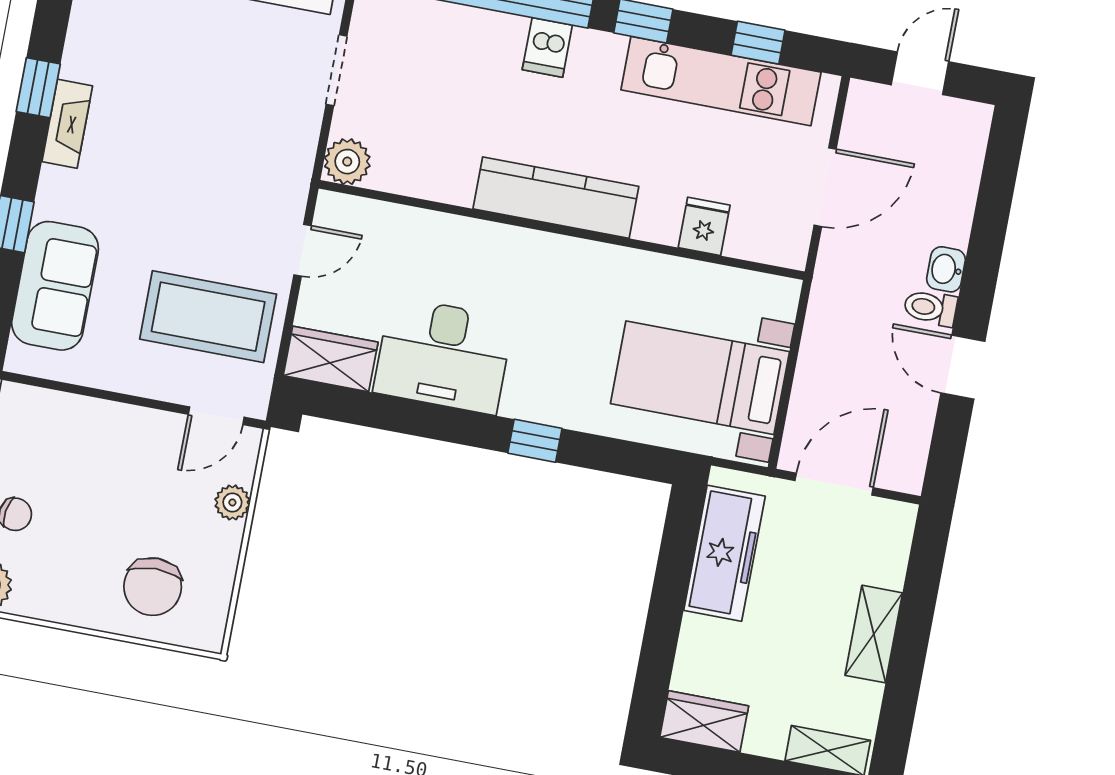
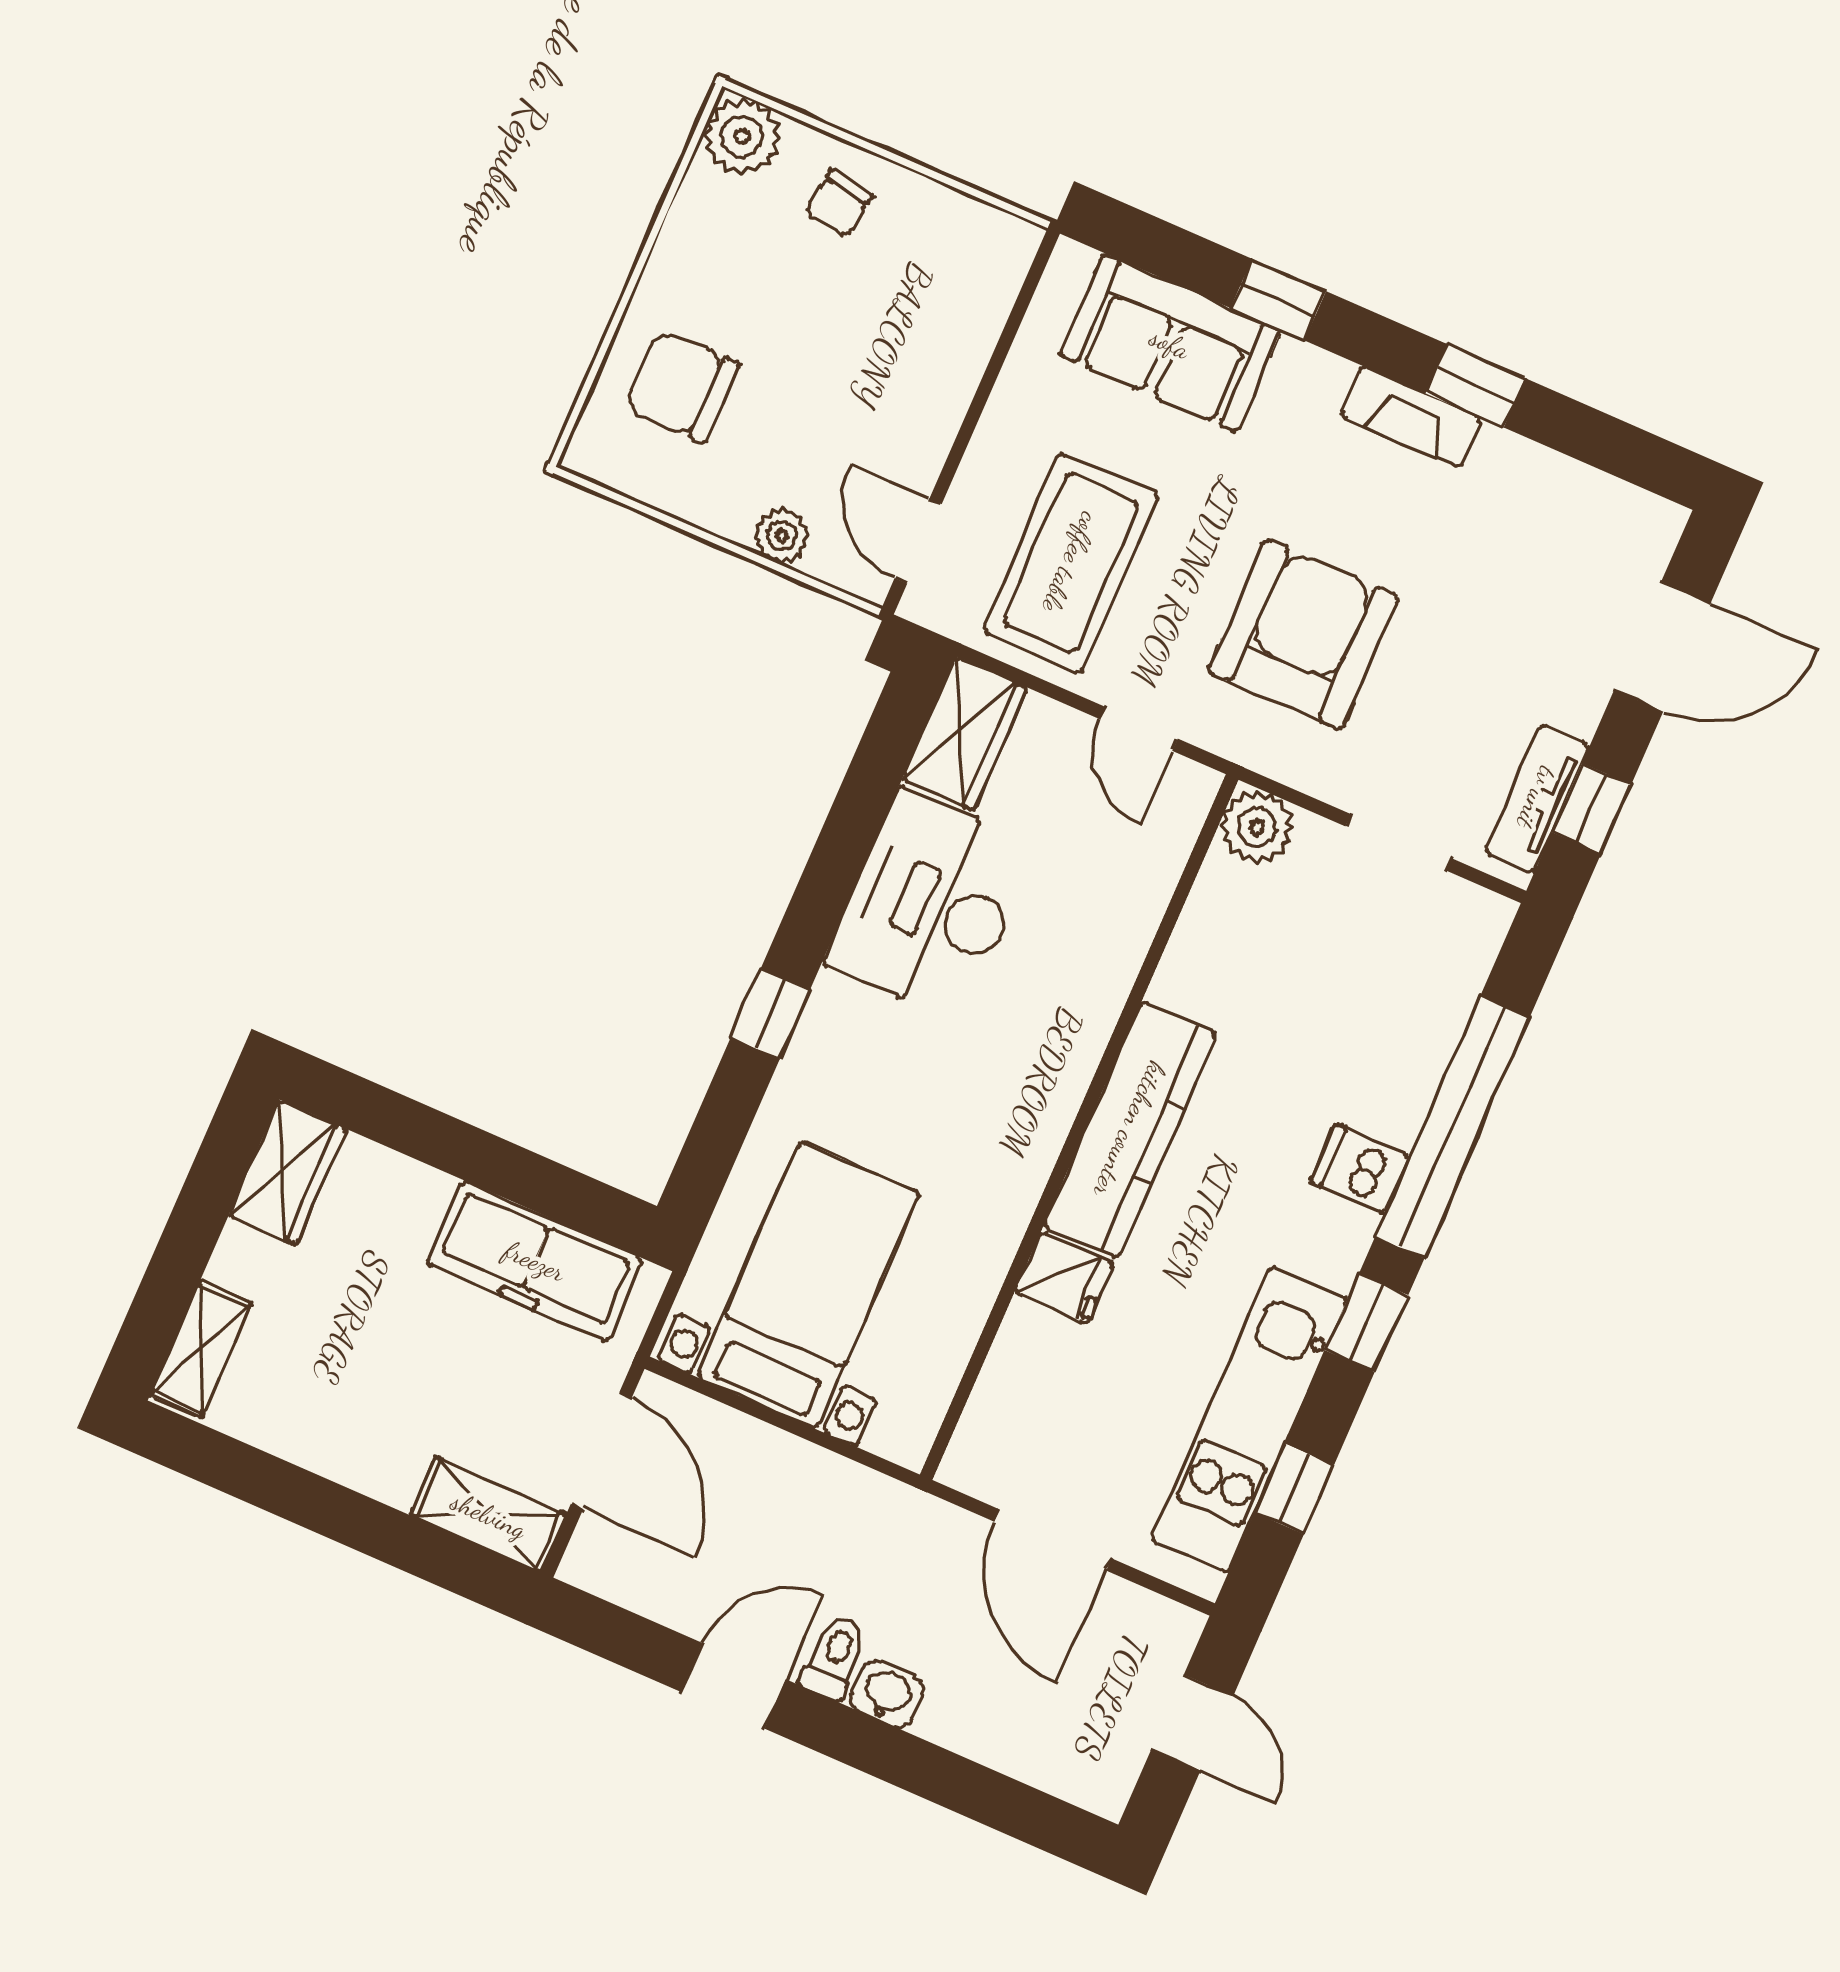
armchair: (219, 160) -> (1303, 634), added
fridge: (704, 226) -> (1064, 1278), moved
shelving: (874, 634) -> (489, 1515), moved

